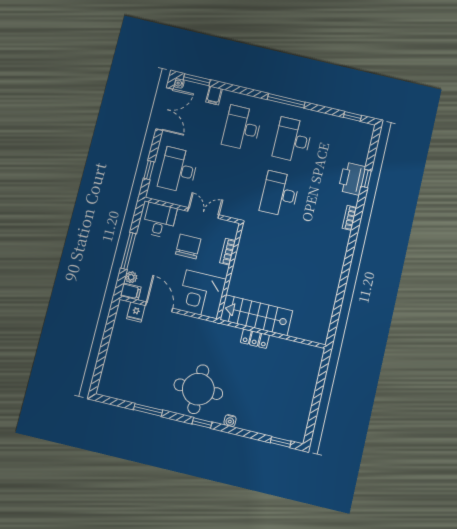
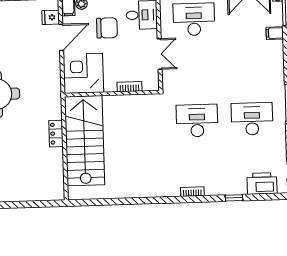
desk: (242, 128) -> (250, 68), removed
printer: (352, 179) -> (262, 184), moved
chair: (188, 247) -> (107, 28), moved
stairs: (256, 315) -> (85, 141), width x1.36, depth x1.51

